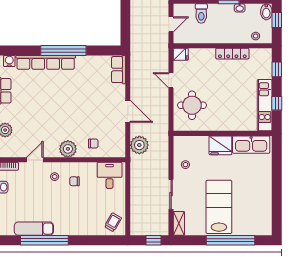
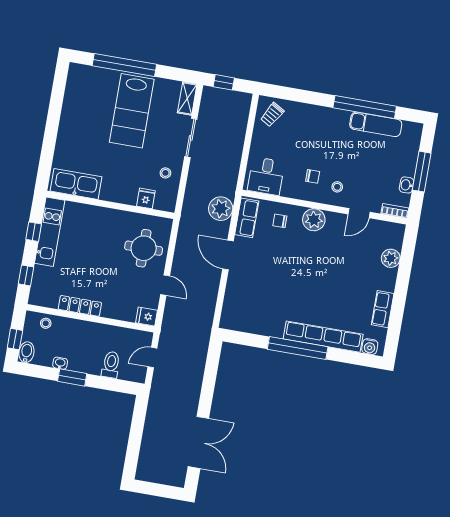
row of seats: (119, 70) -> (247, 218), moved
fridge: (220, 145) -> (146, 198), moved, width x0.53, depth x0.75

